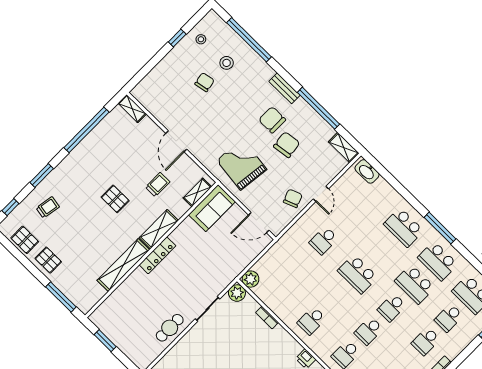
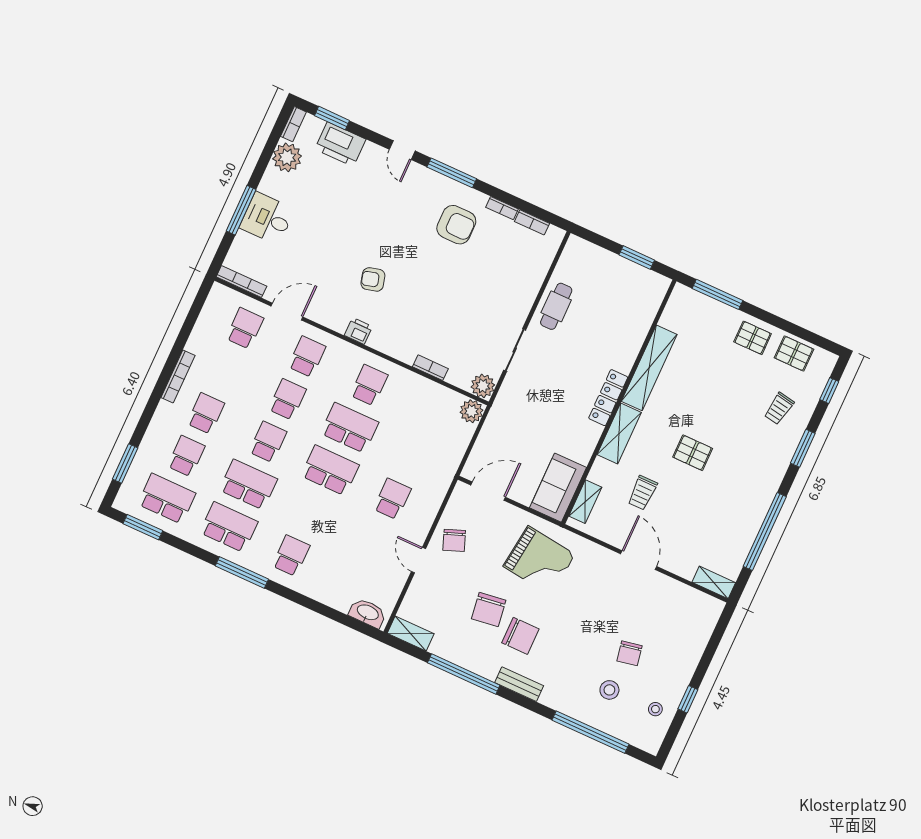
school desk: (404, 227) -> (291, 556), width x0.54
school desk: (335, 297) -> (350, 428), added

